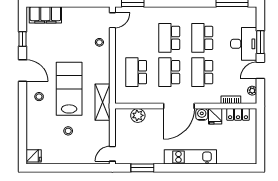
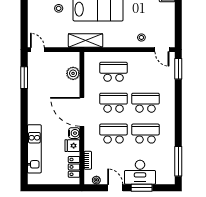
kitchen unit: (190, 157) -> (34, 149), moved

